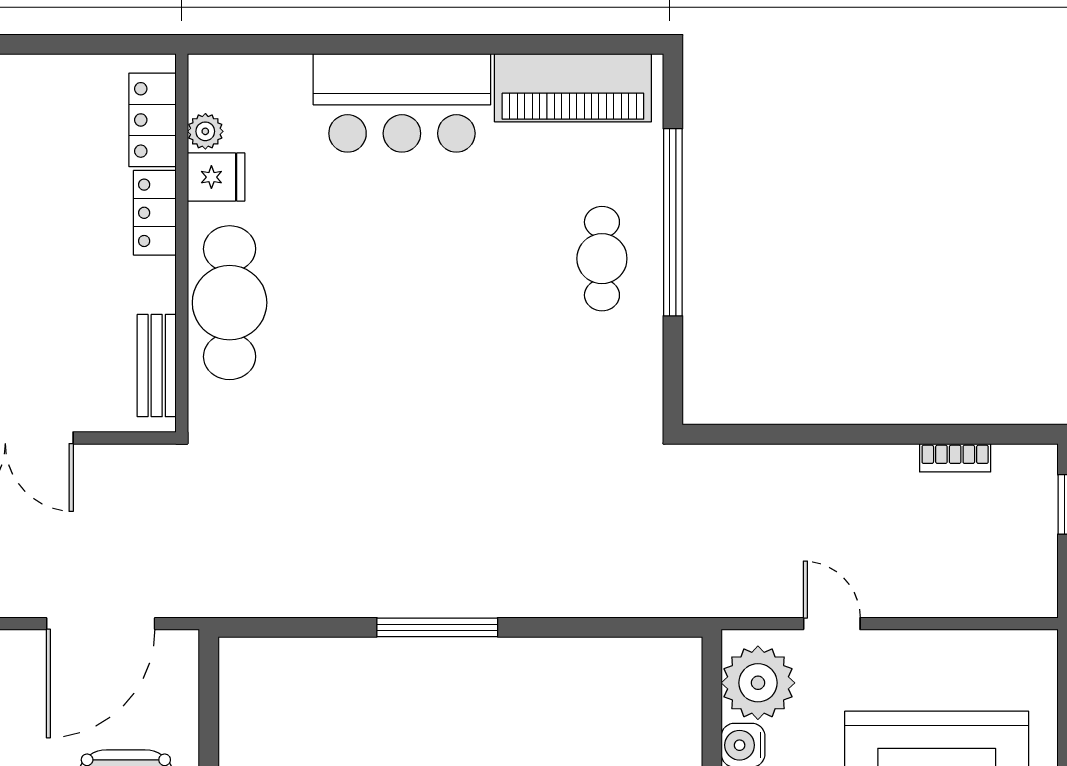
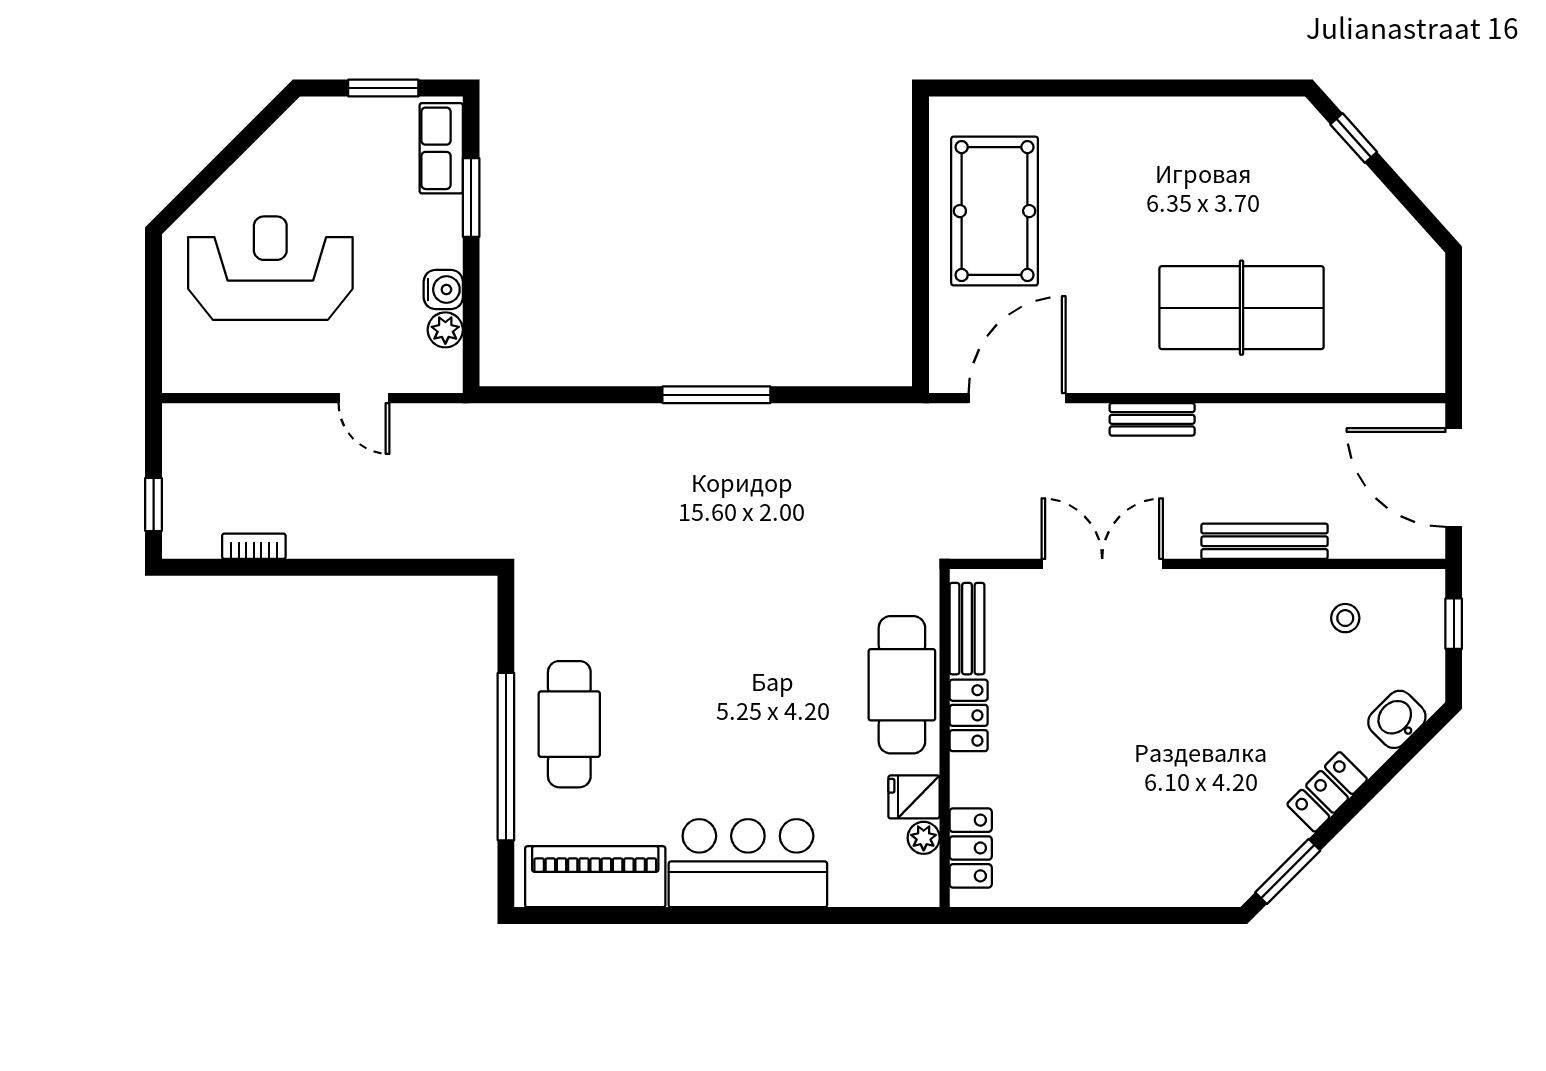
locker: (155, 213) -> (969, 715), moved
cafe table: (602, 259) -> (569, 724), width x1.37, depth x1.35
plant: (758, 683) -> (445, 330), width x0.53, depth x0.53

